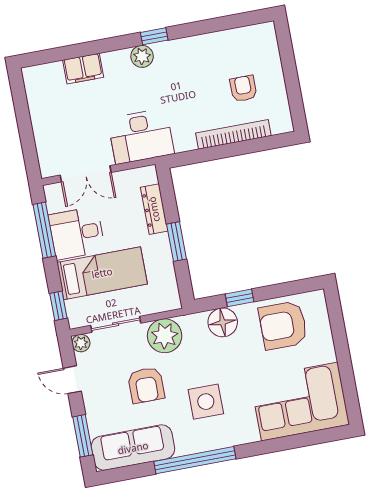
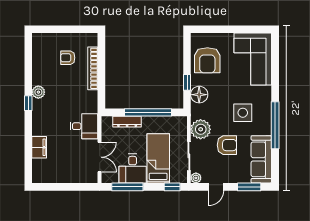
plant: (142, 56) -> (38, 92), moved
desk: (141, 136) -> (84, 126), width x0.73
window: (176, 242) -> (148, 112), width x2.11

